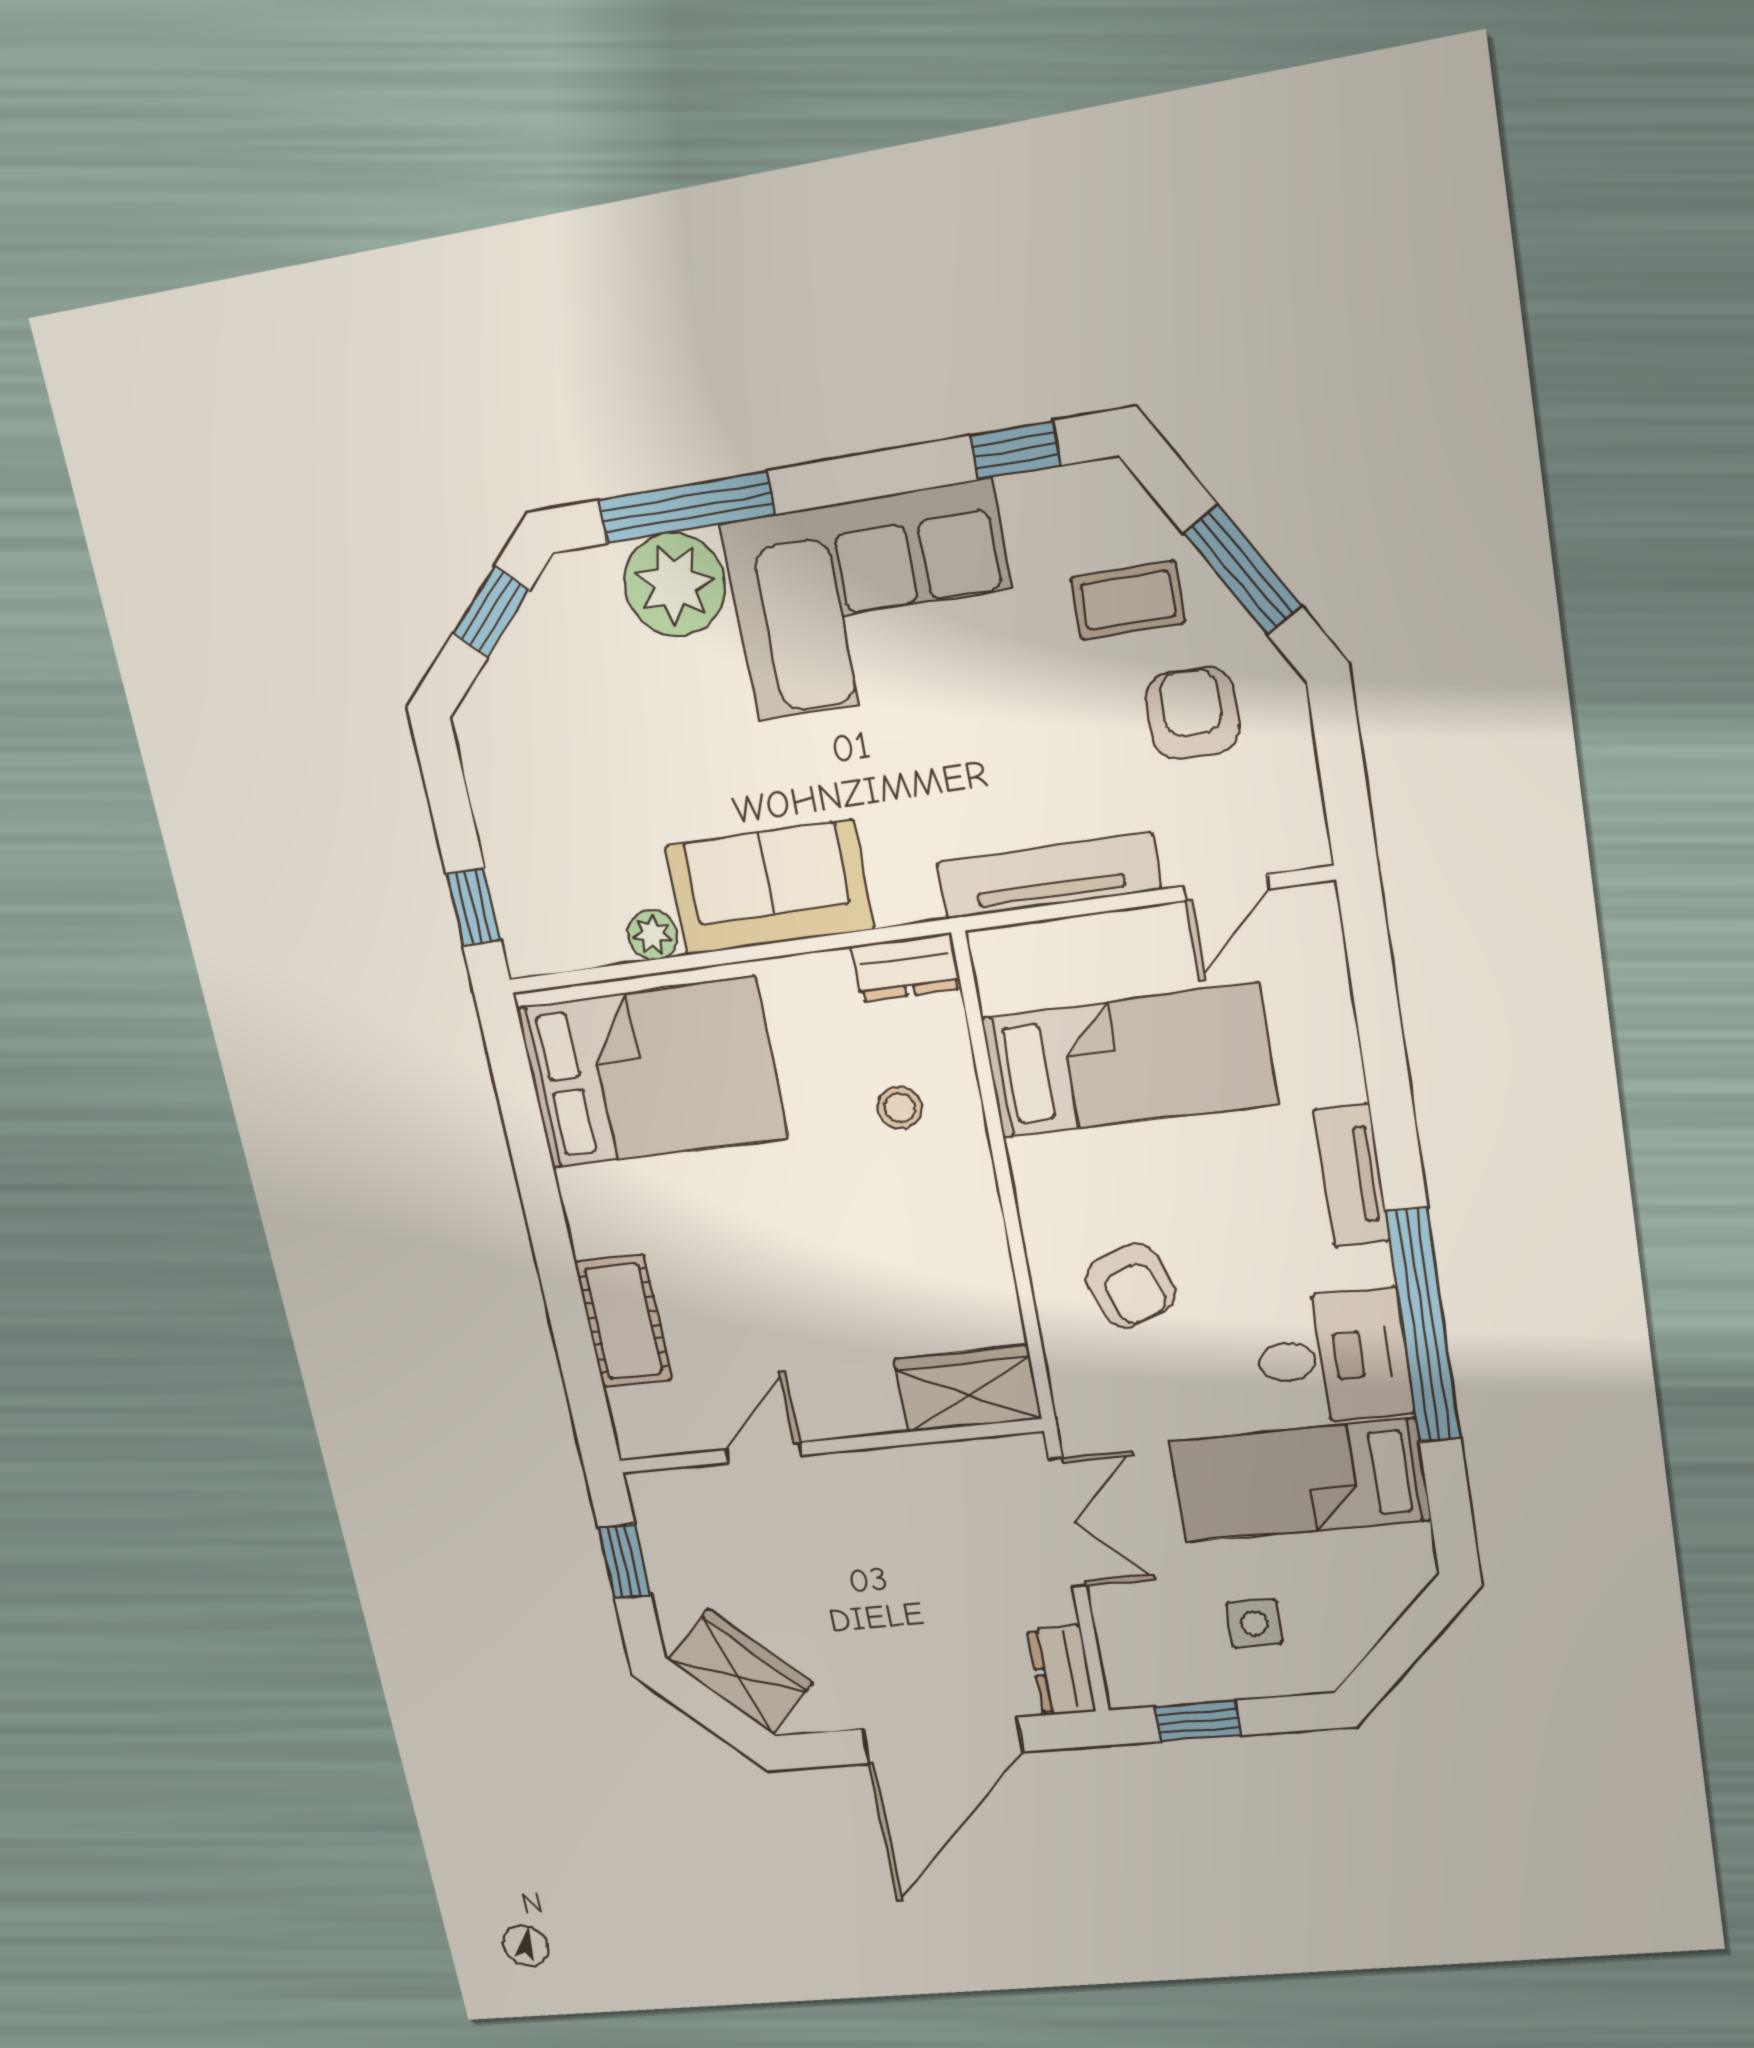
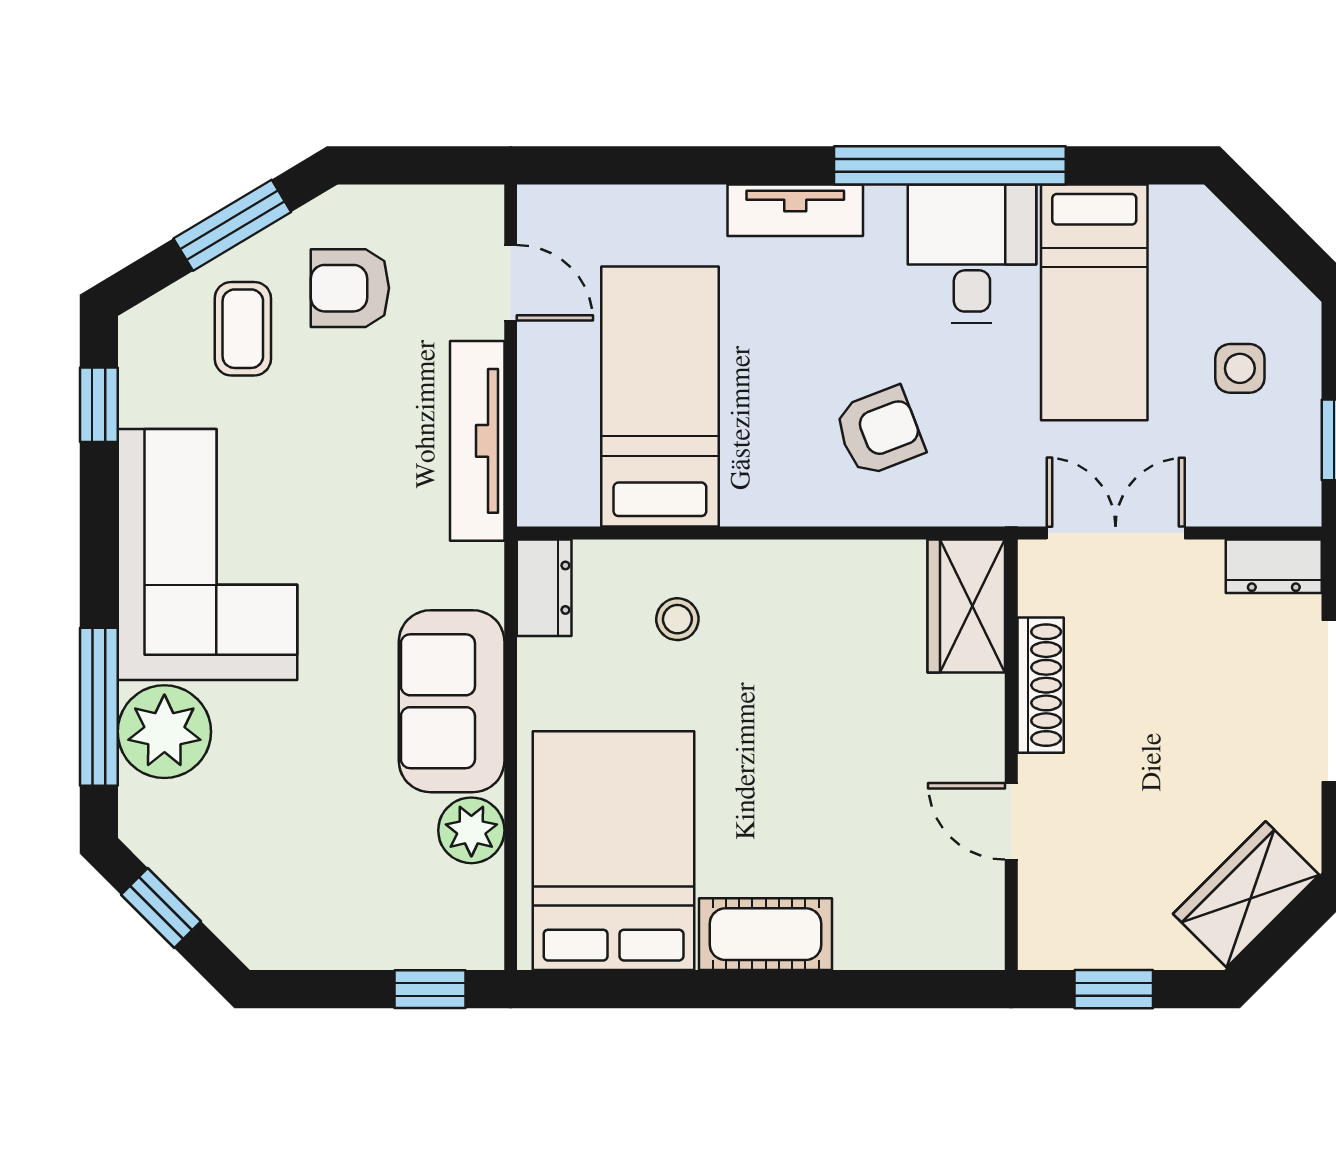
plant: (653, 935) -> (471, 830), width x1.38, depth x1.38
cot: (623, 1321) -> (766, 934), moved
shoe rack: (903, 1467) -> (1041, 685), added

